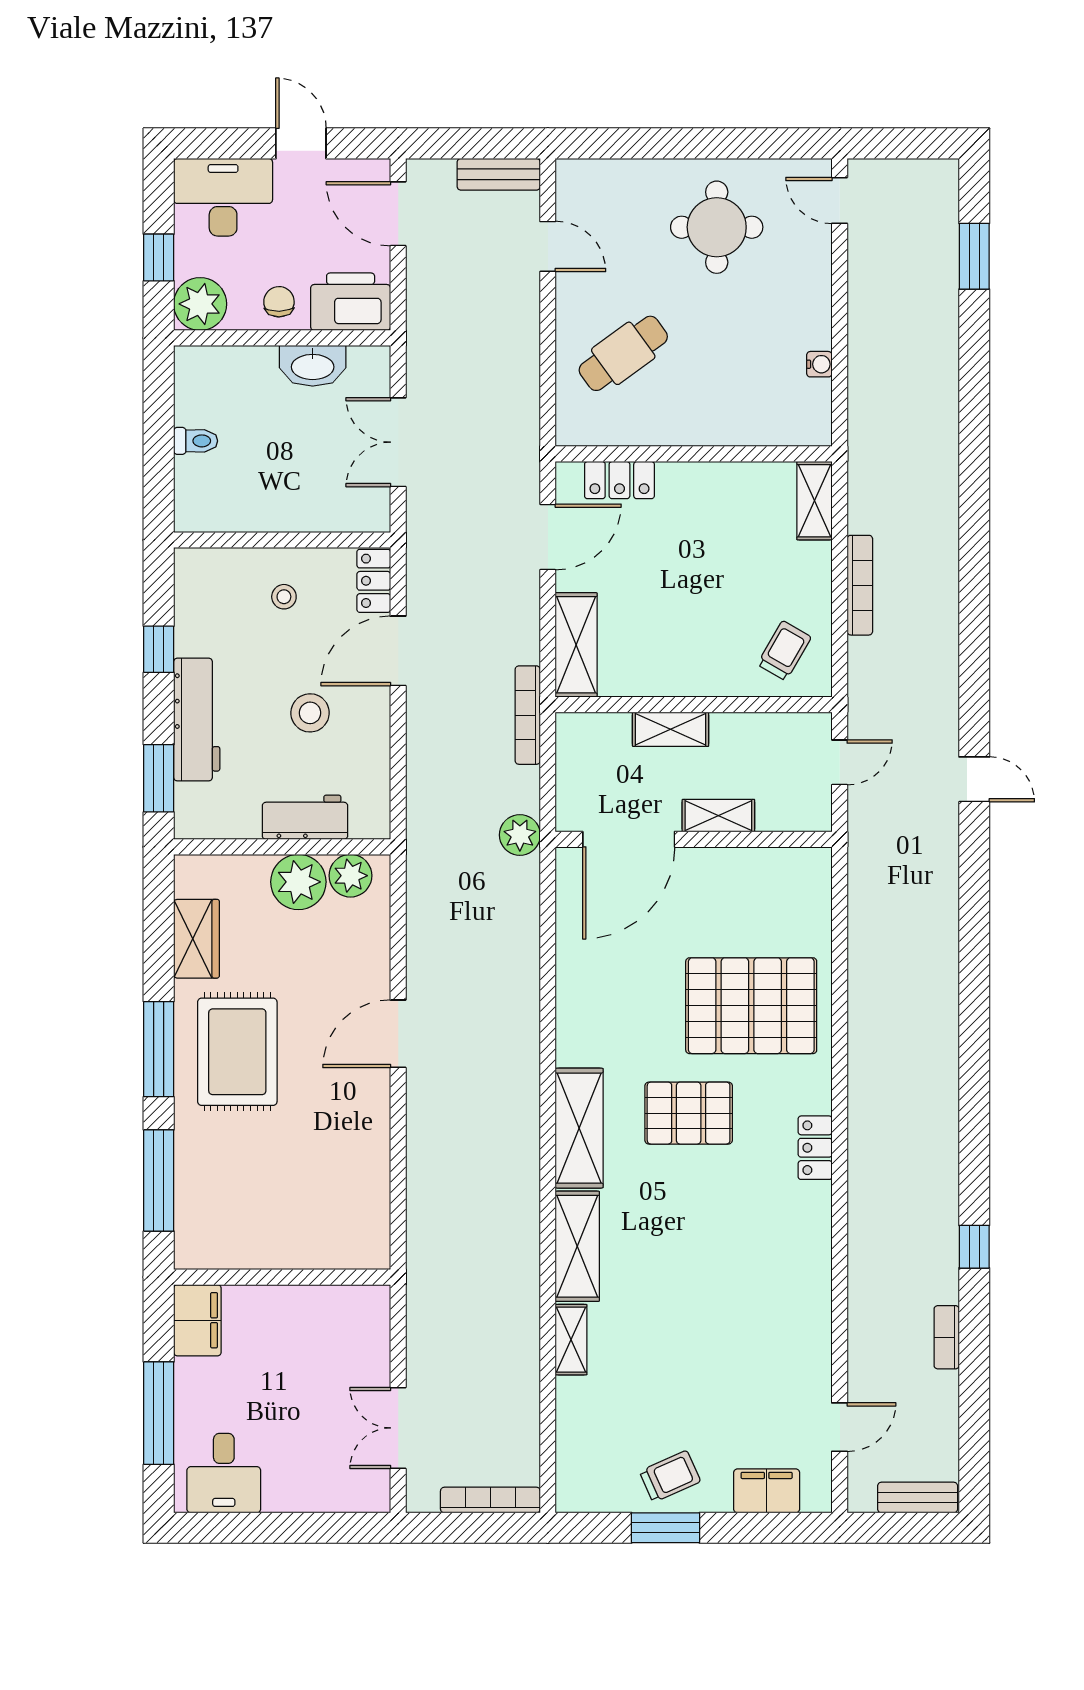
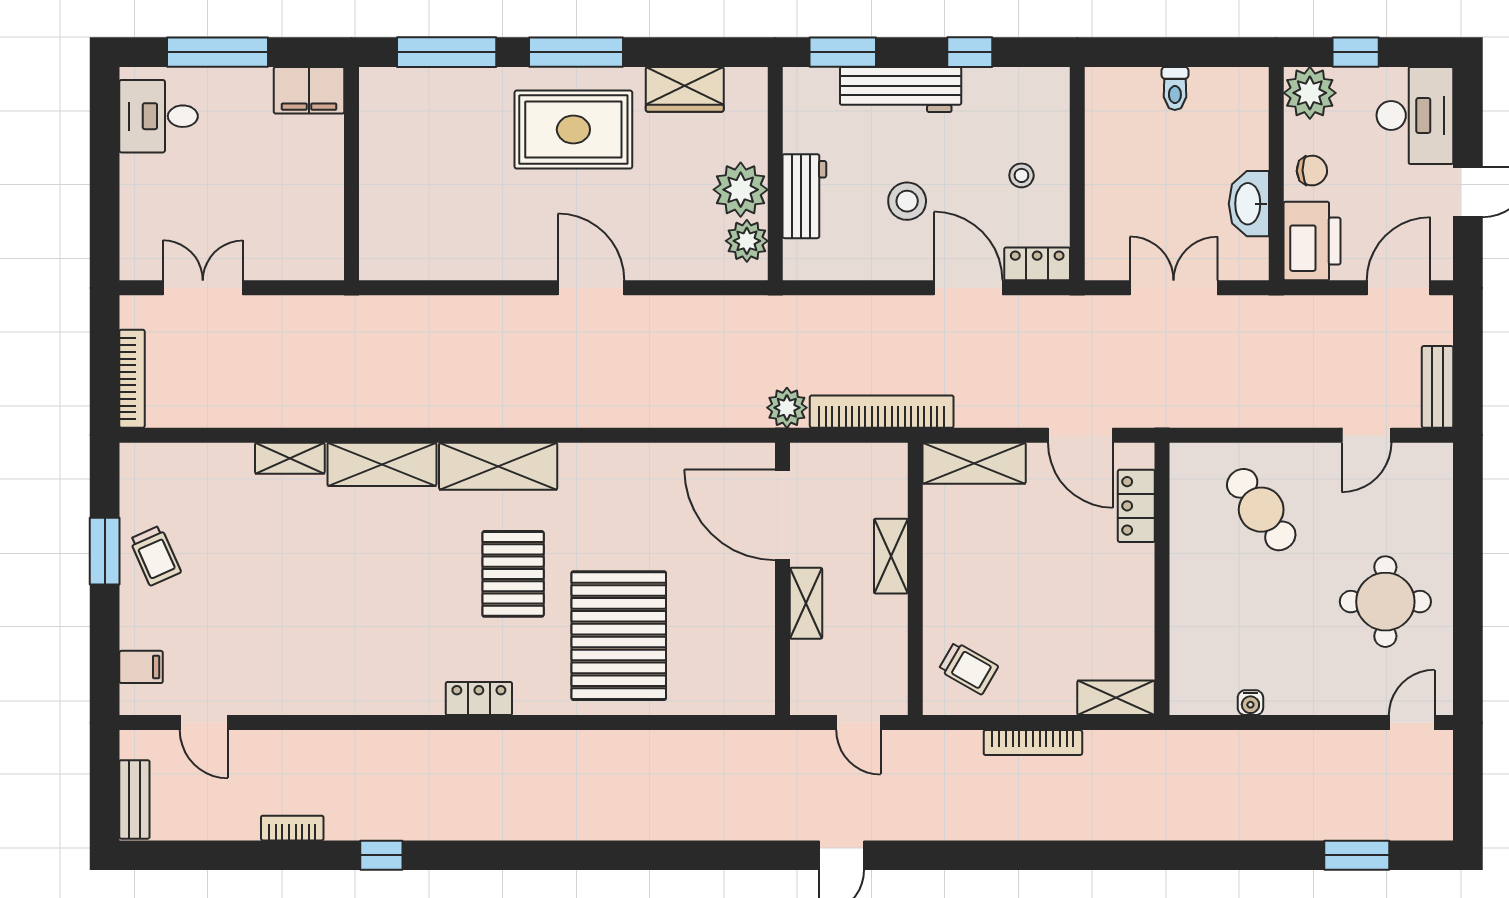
bookcase: (528, 715) -> (882, 412), width x1.48, depth x1.31
filing cabinet: (767, 1491) -> (141, 667), width x0.50

